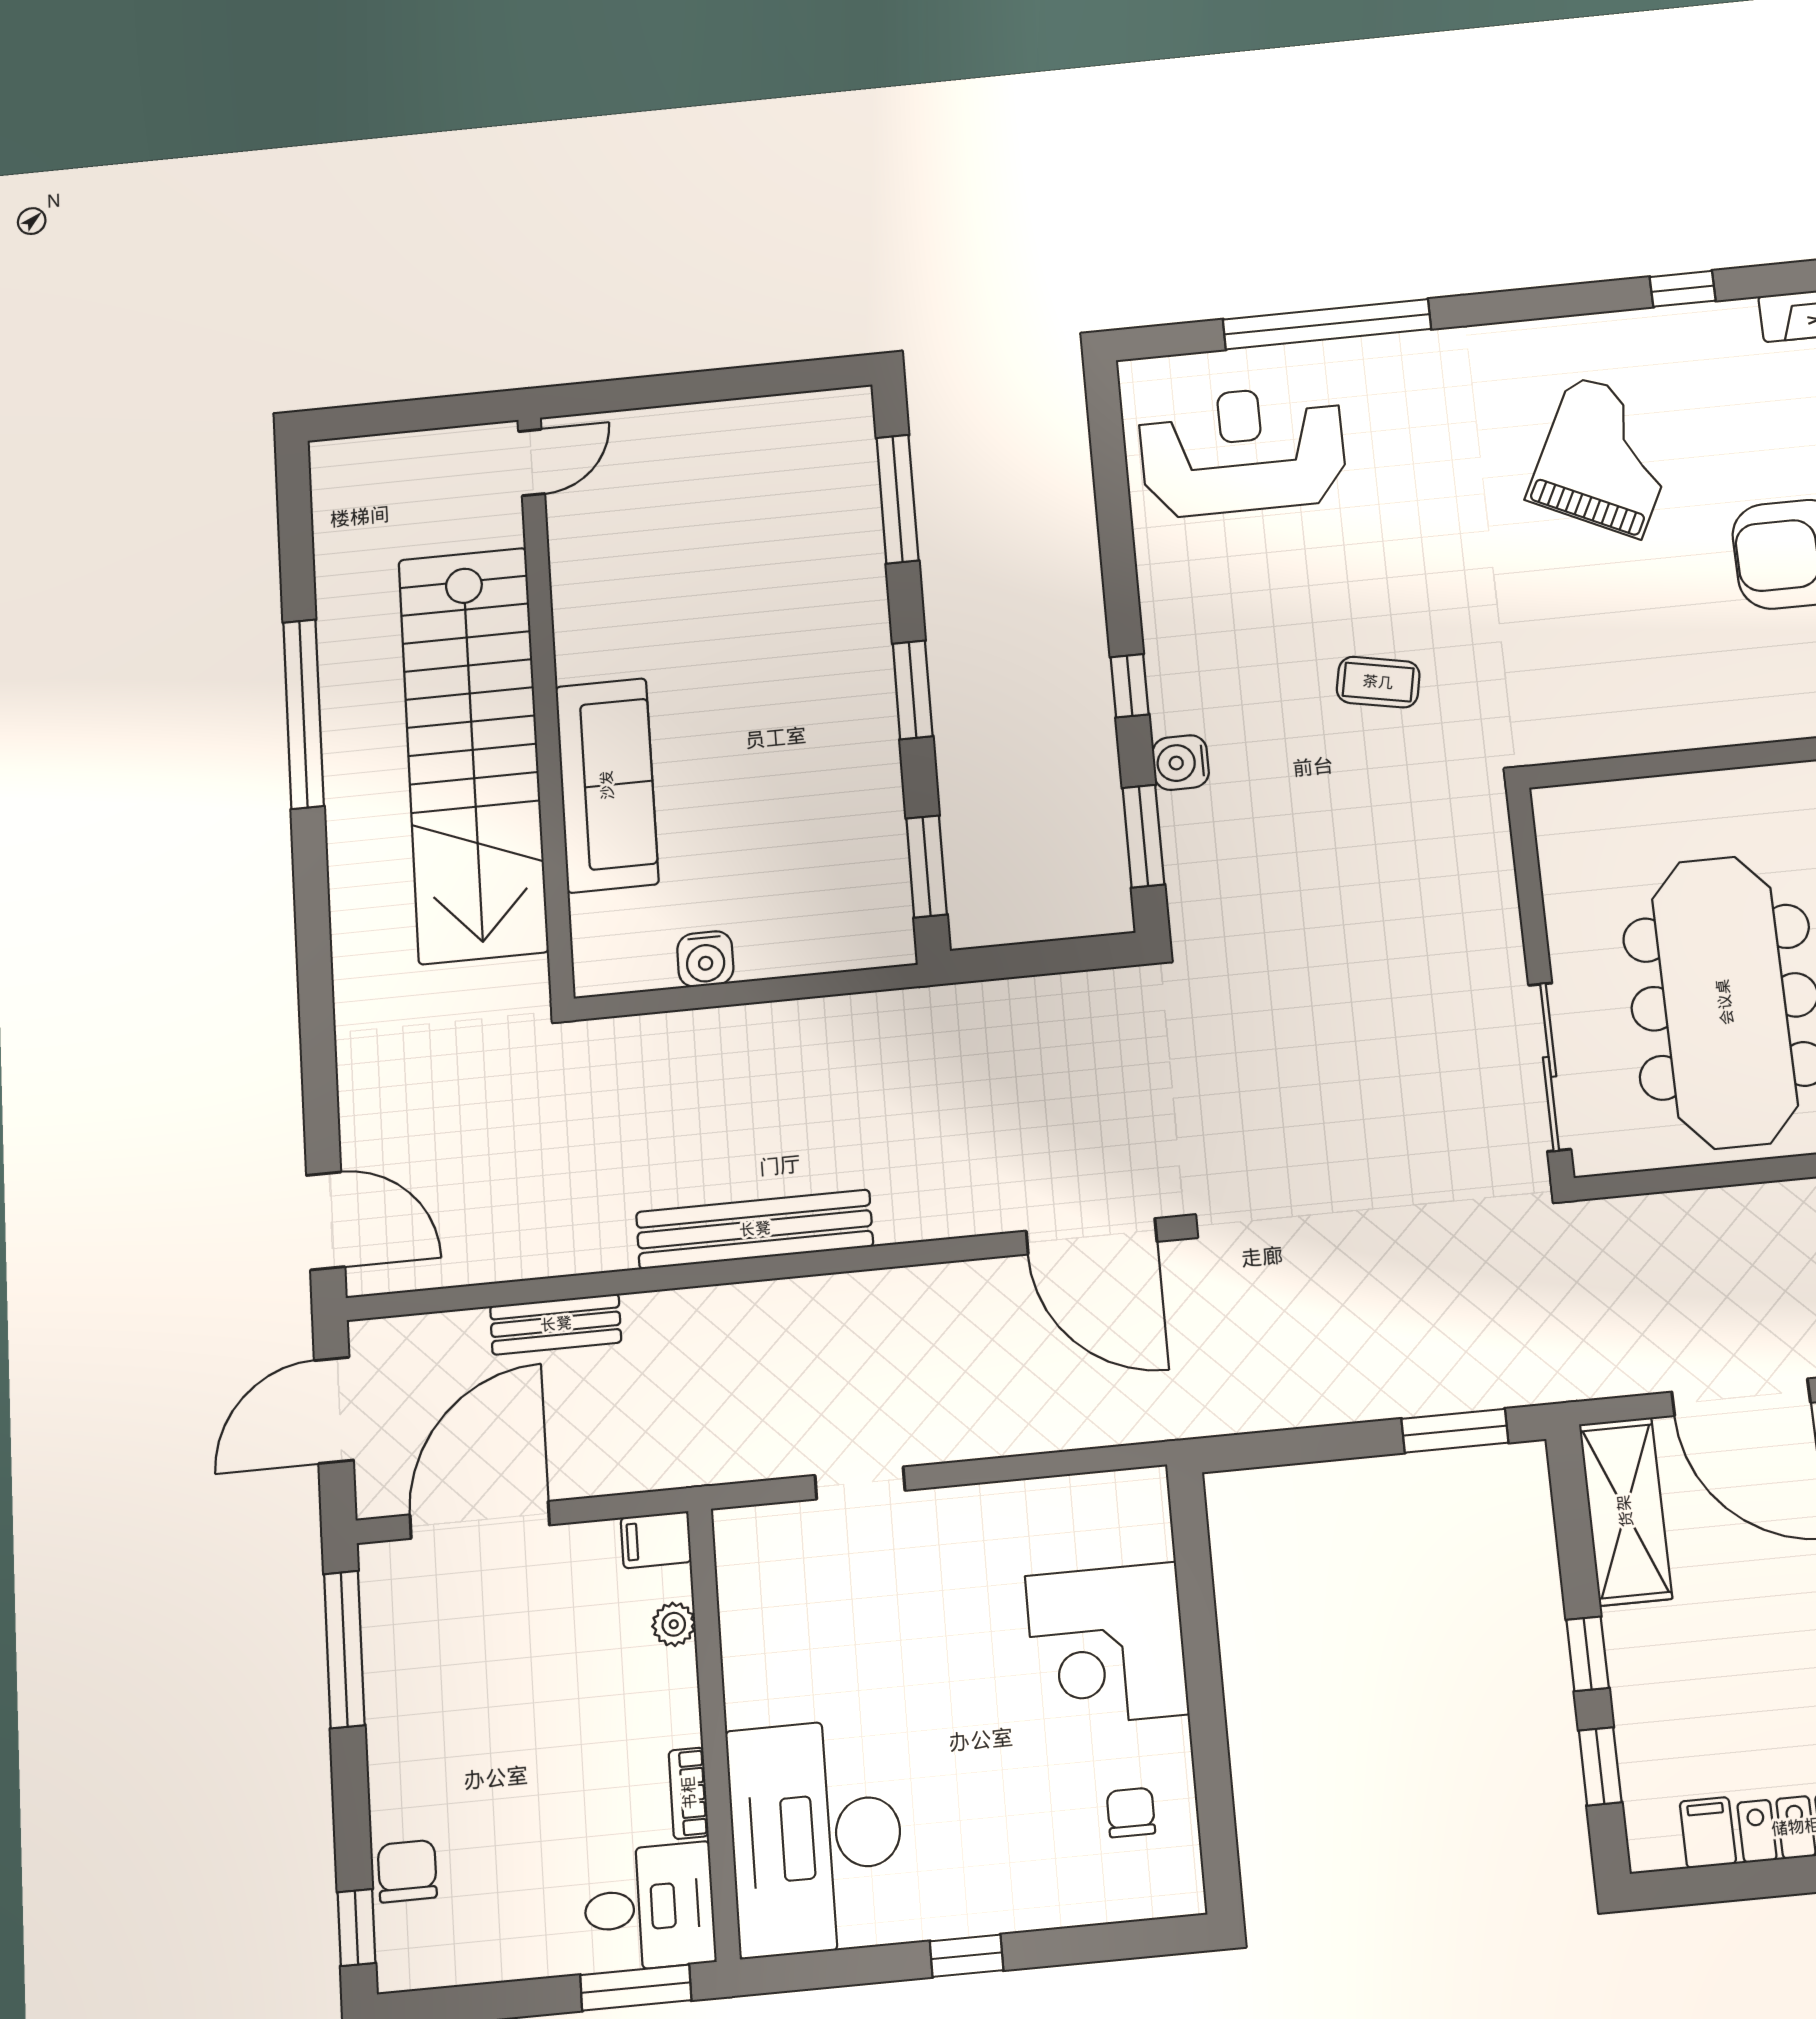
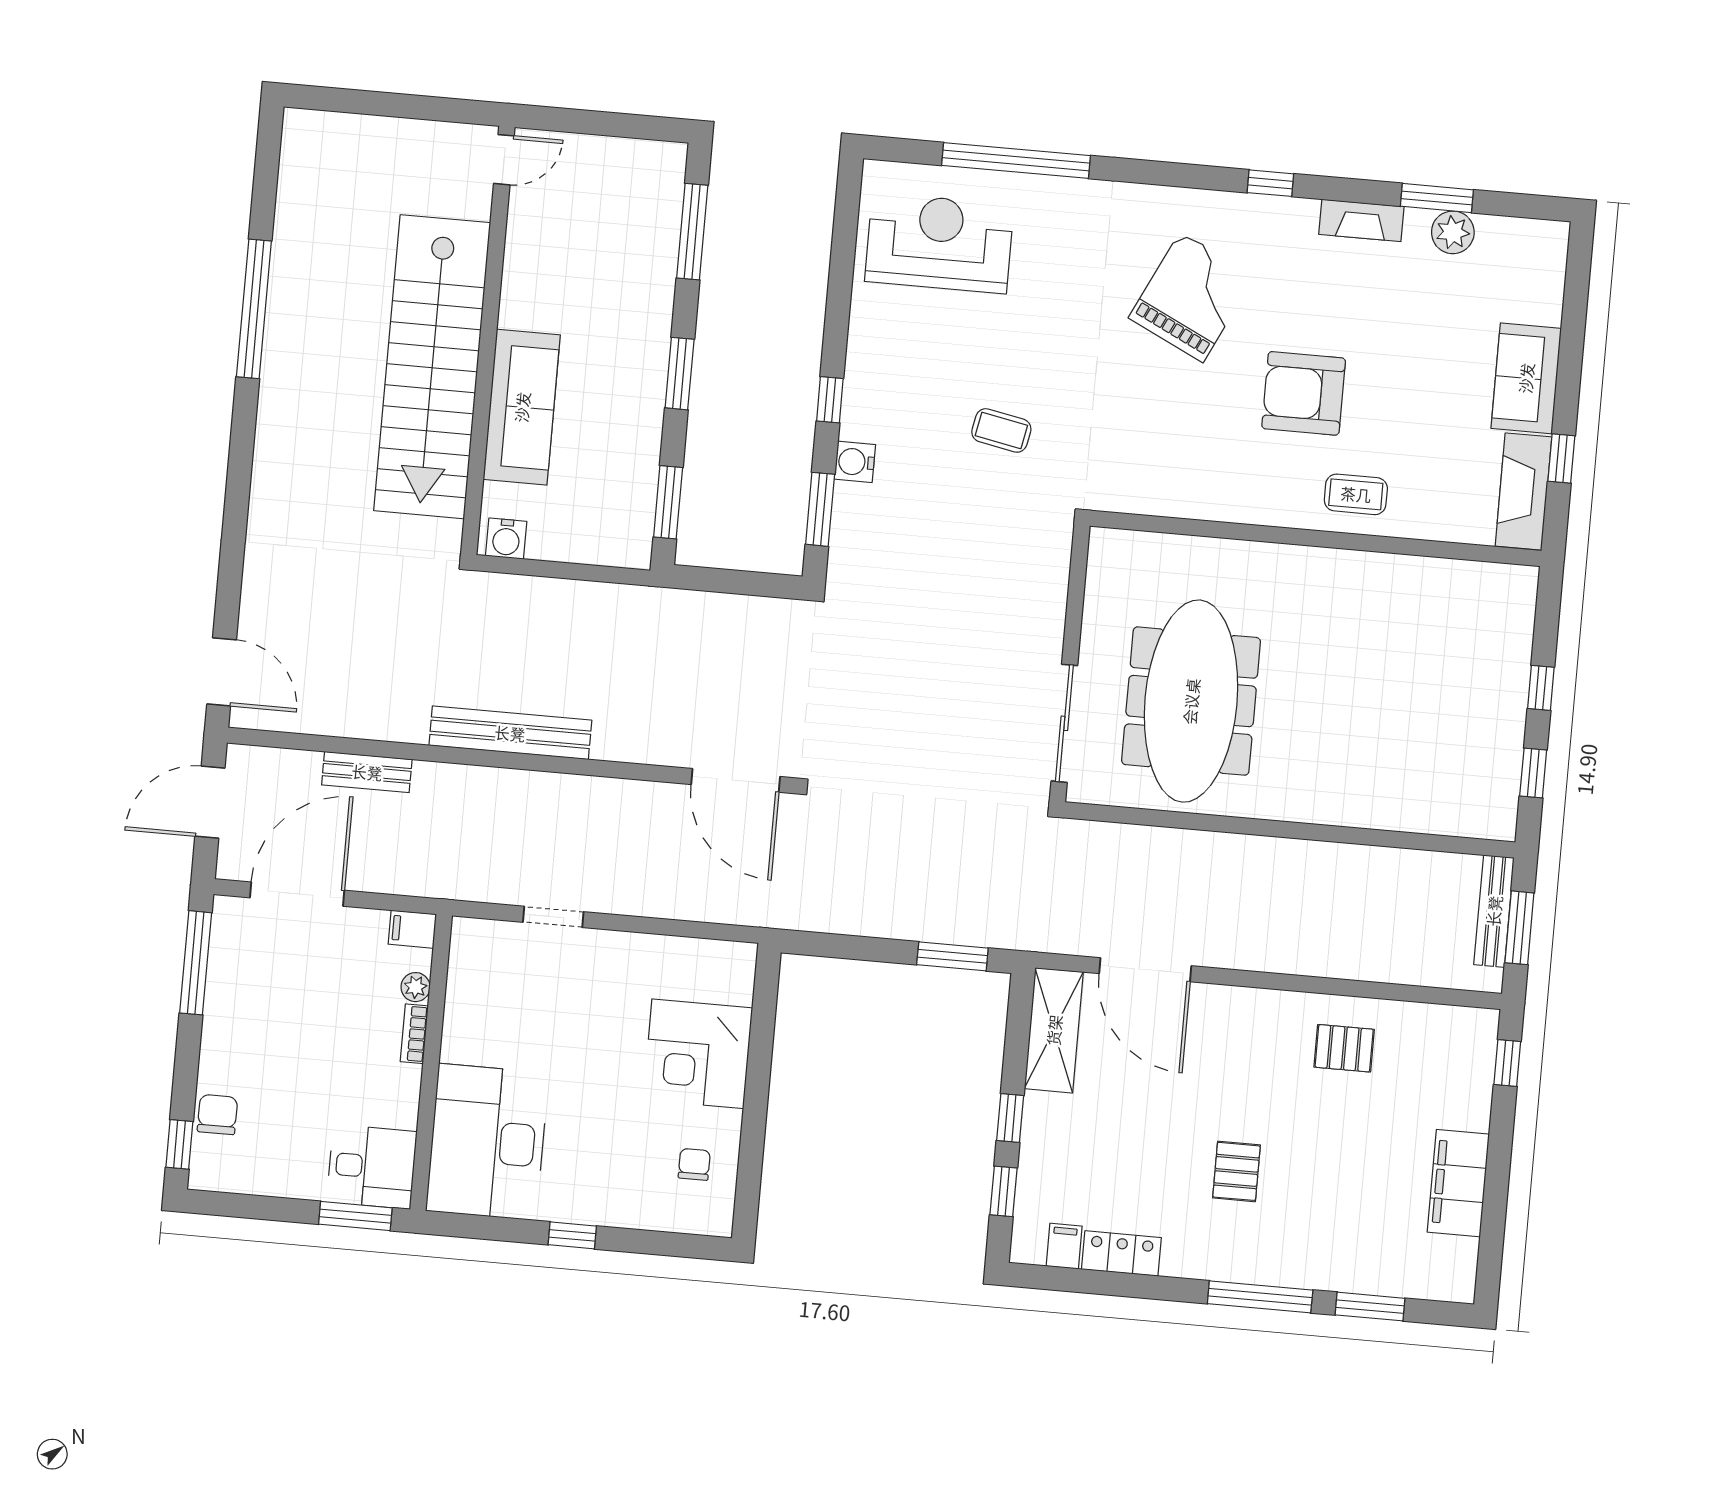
door: (532, 462) -> (504, 160), moved
wall: (546, 704) -> (488, 340), moved
stairs: (473, 754) -> (432, 367), moved
sofa: (607, 785) -> (522, 407), moved
bookcase: (689, 1793) -> (414, 1034), moved

